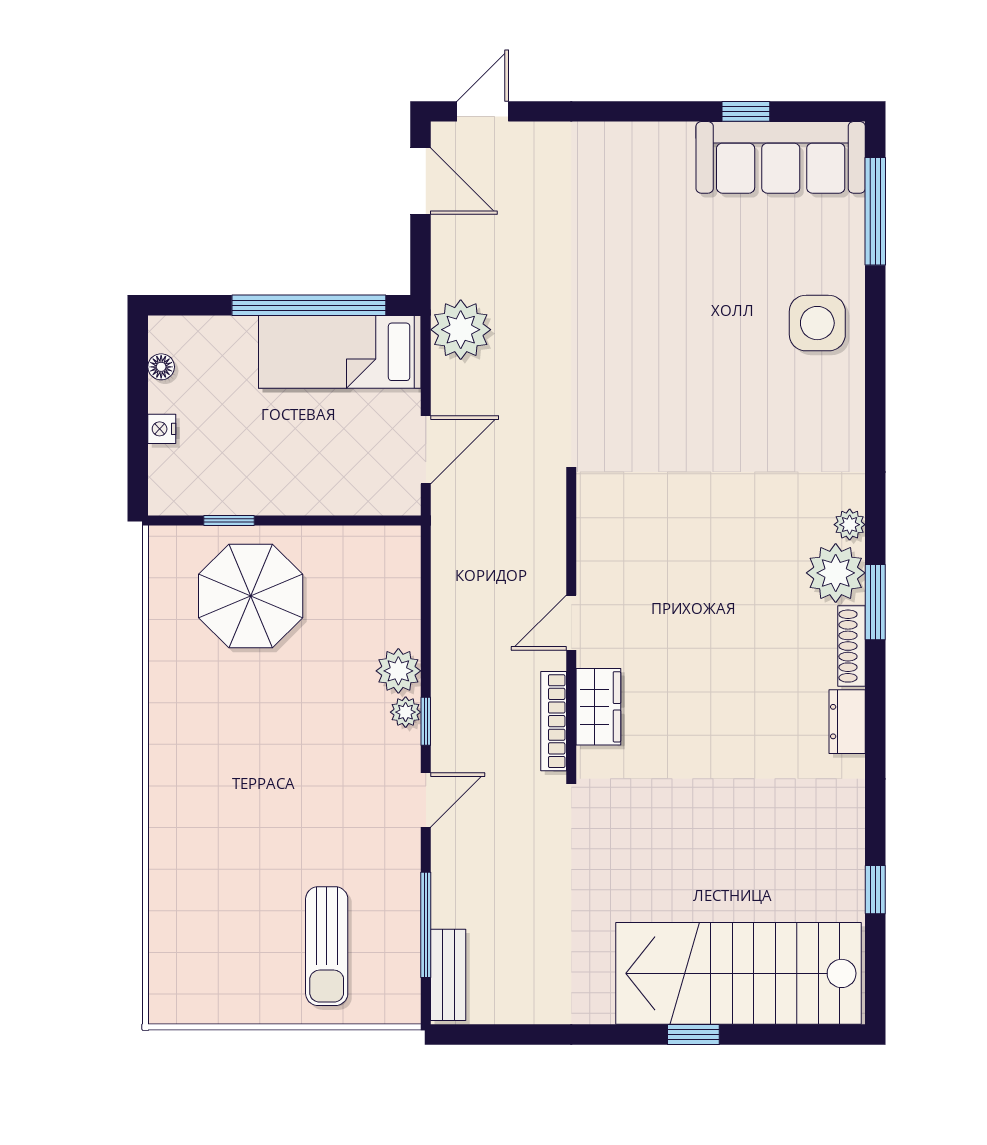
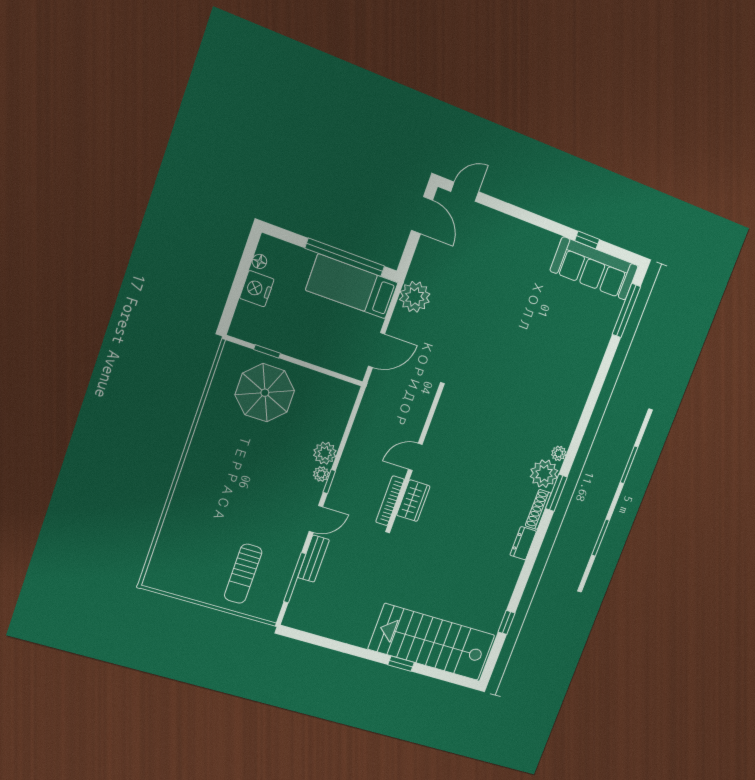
side table: (817, 323) -> (580, 354), removed
nightstand: (162, 429) -> (257, 289), width x1.89, depth x1.79
bench: (448, 975) -> (313, 559), moved

